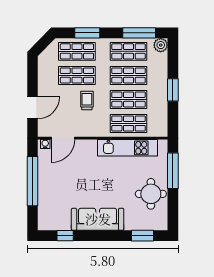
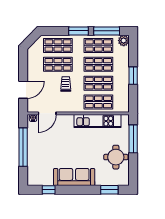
window: (87, 33) -> (79, 31), moved

